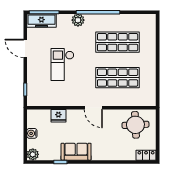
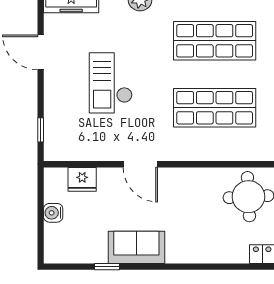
door: (93, 108) -> (140, 164), moved
fridge: (58, 116) -> (82, 179), moved
plant: (33, 154) -> (55, 252), removed

